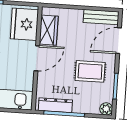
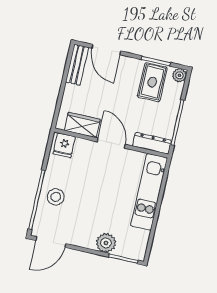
fridge: (24, 24) -> (64, 145), width x0.53, depth x0.75
rug: (90, 71) -> (152, 82), moved
dresser: (55, 105) -> (152, 143), moved, turned 90

